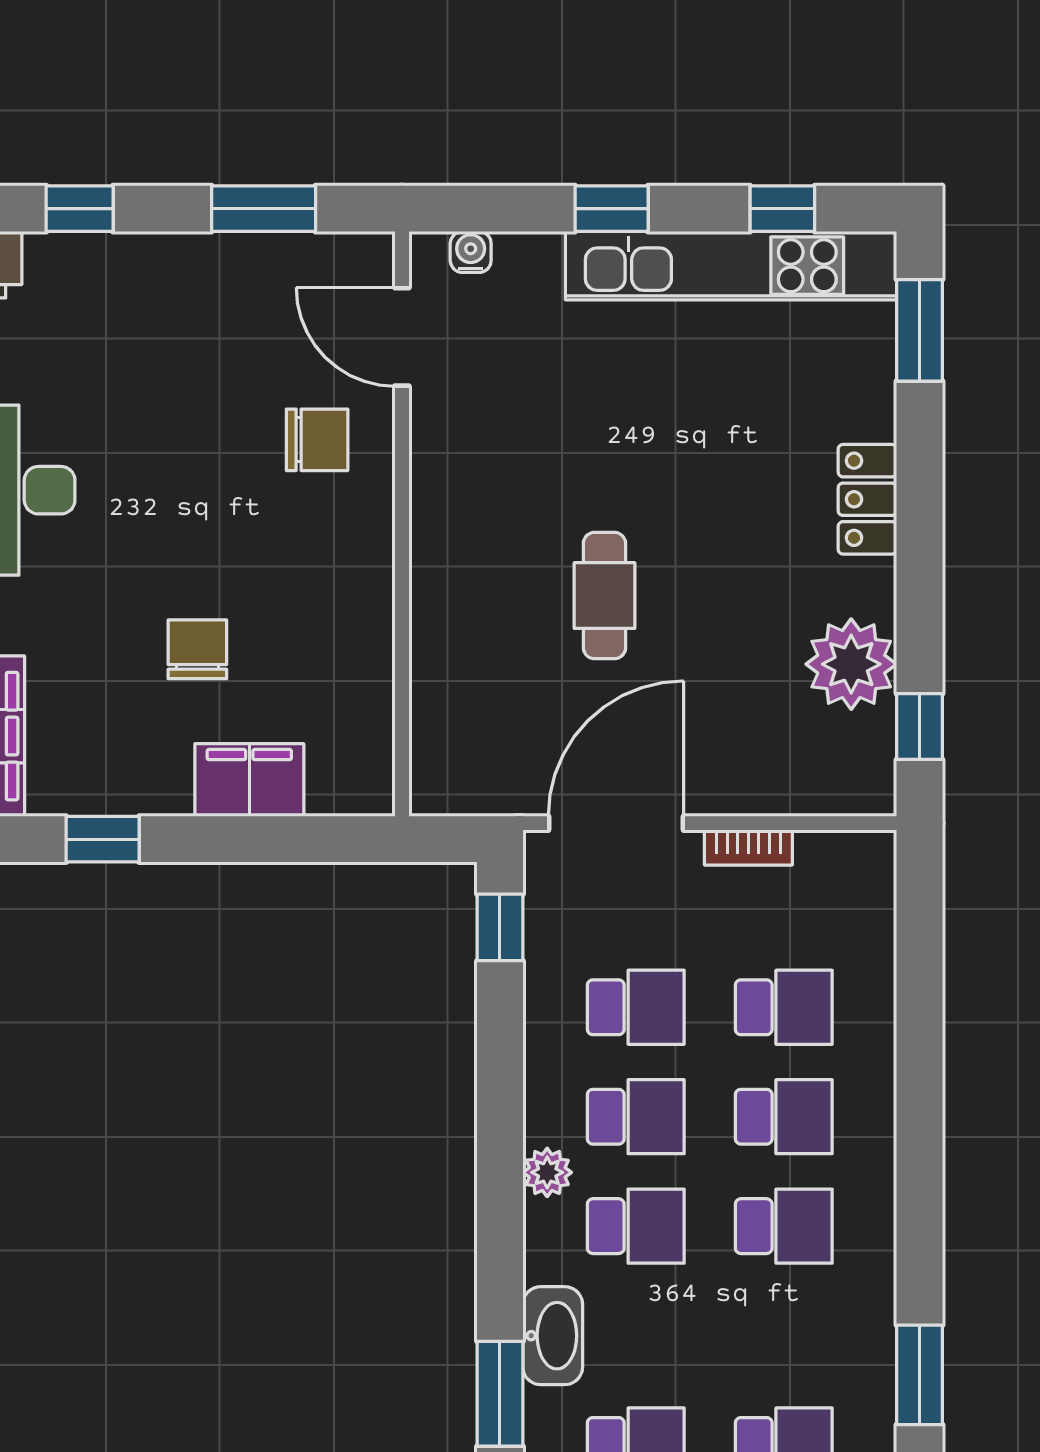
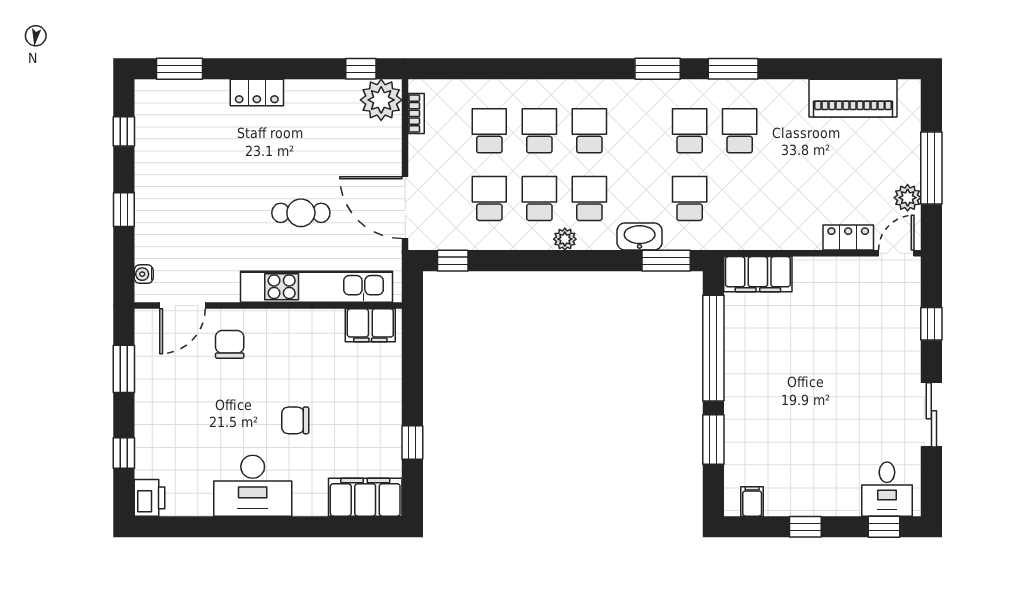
kitchen unit: (731, 266) -> (316, 287), moved, turned -90
chair: (197, 649) -> (295, 420), moved
plant: (851, 664) -> (381, 100), moved
filing cabinet: (249, 780) -> (370, 325), moved, turned -90
bookcase: (748, 848) -> (416, 113), moved

